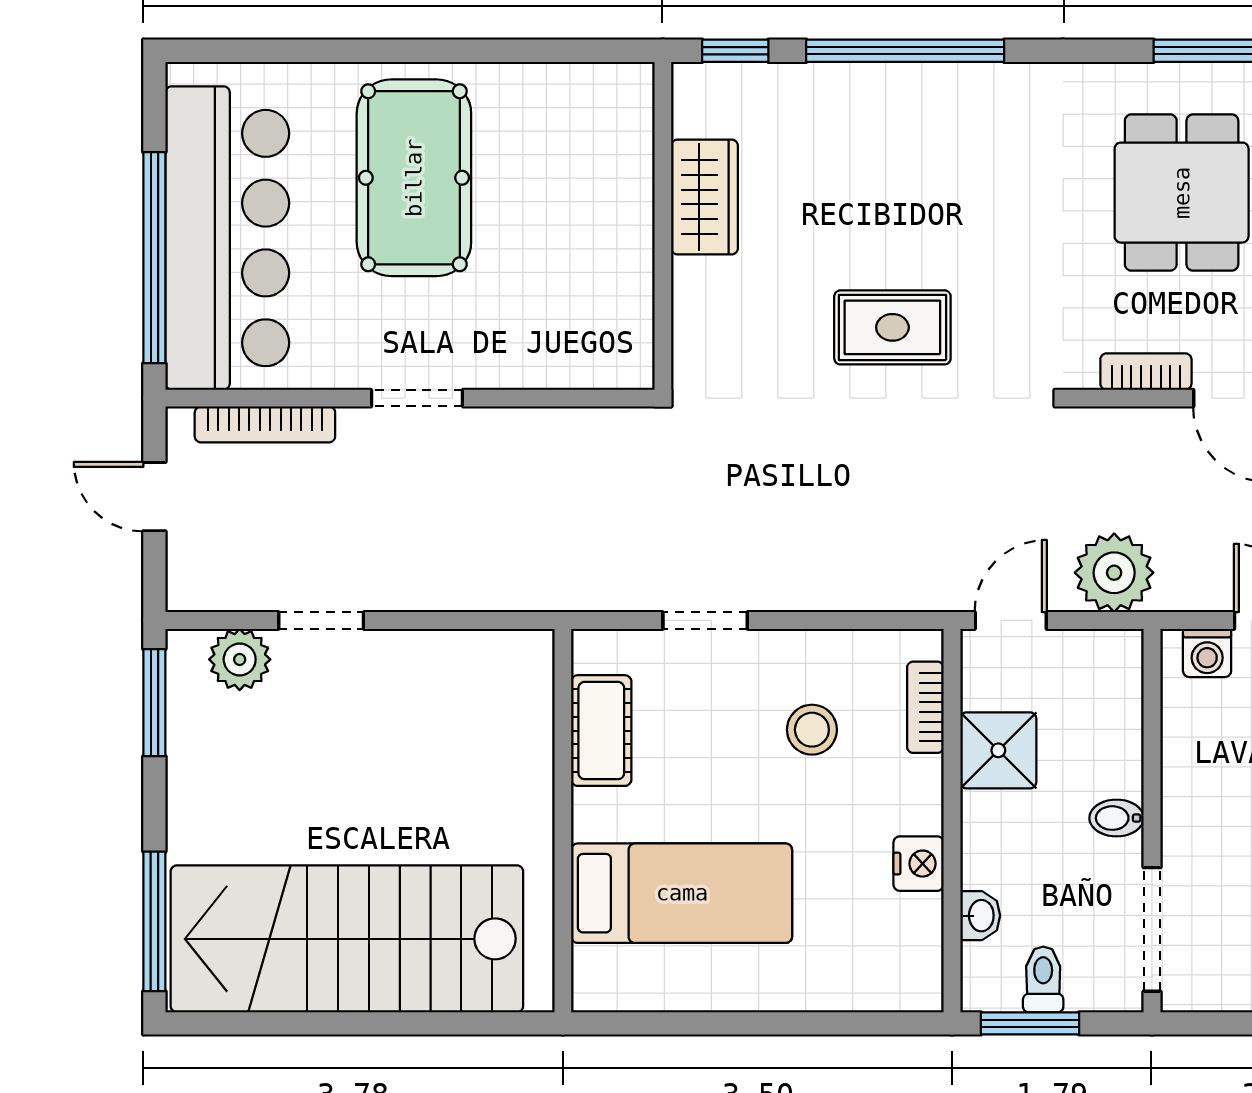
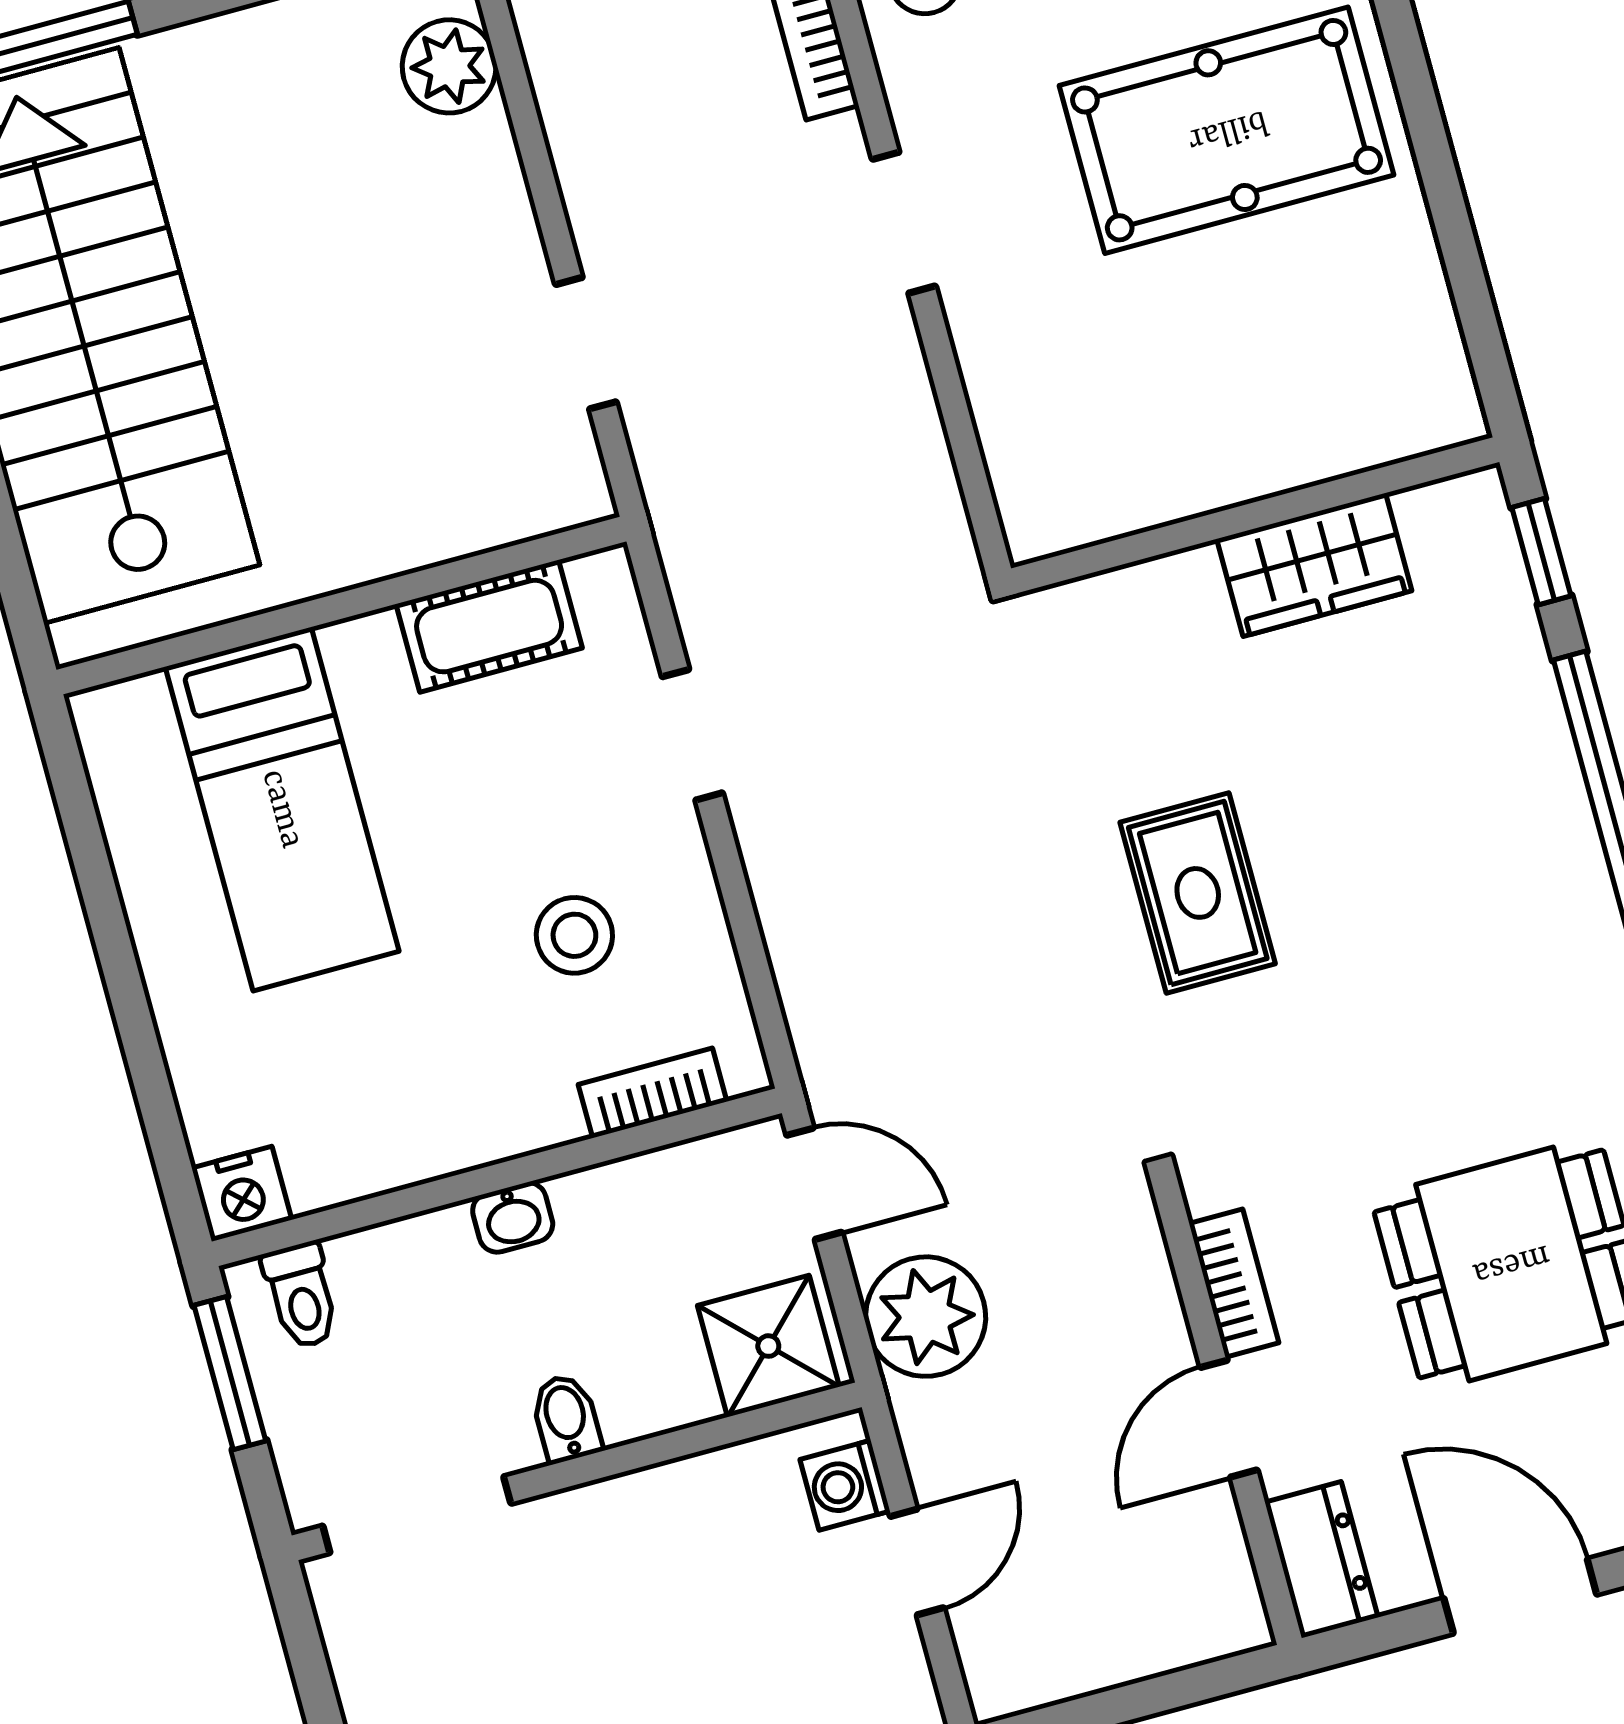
doorway: (321, 620) -> (586, 343), moved
shower: (998, 750) -> (768, 1346), moved
nightstand: (919, 864) -> (242, 1194), moved
washbasin: (980, 916) -> (513, 1217), moved
toilet: (1043, 979) -> (301, 1295), moved, turned 90

